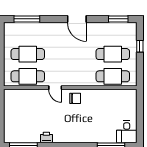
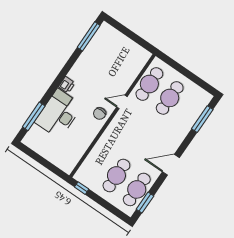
window: (140, 46) -> (82, 188), moved
cafe table: (113, 76) -> (137, 189), moved
desk: (127, 132) -> (59, 114), moved, width x1.87, depth x1.30
printer: (46, 137) -> (67, 85), moved

